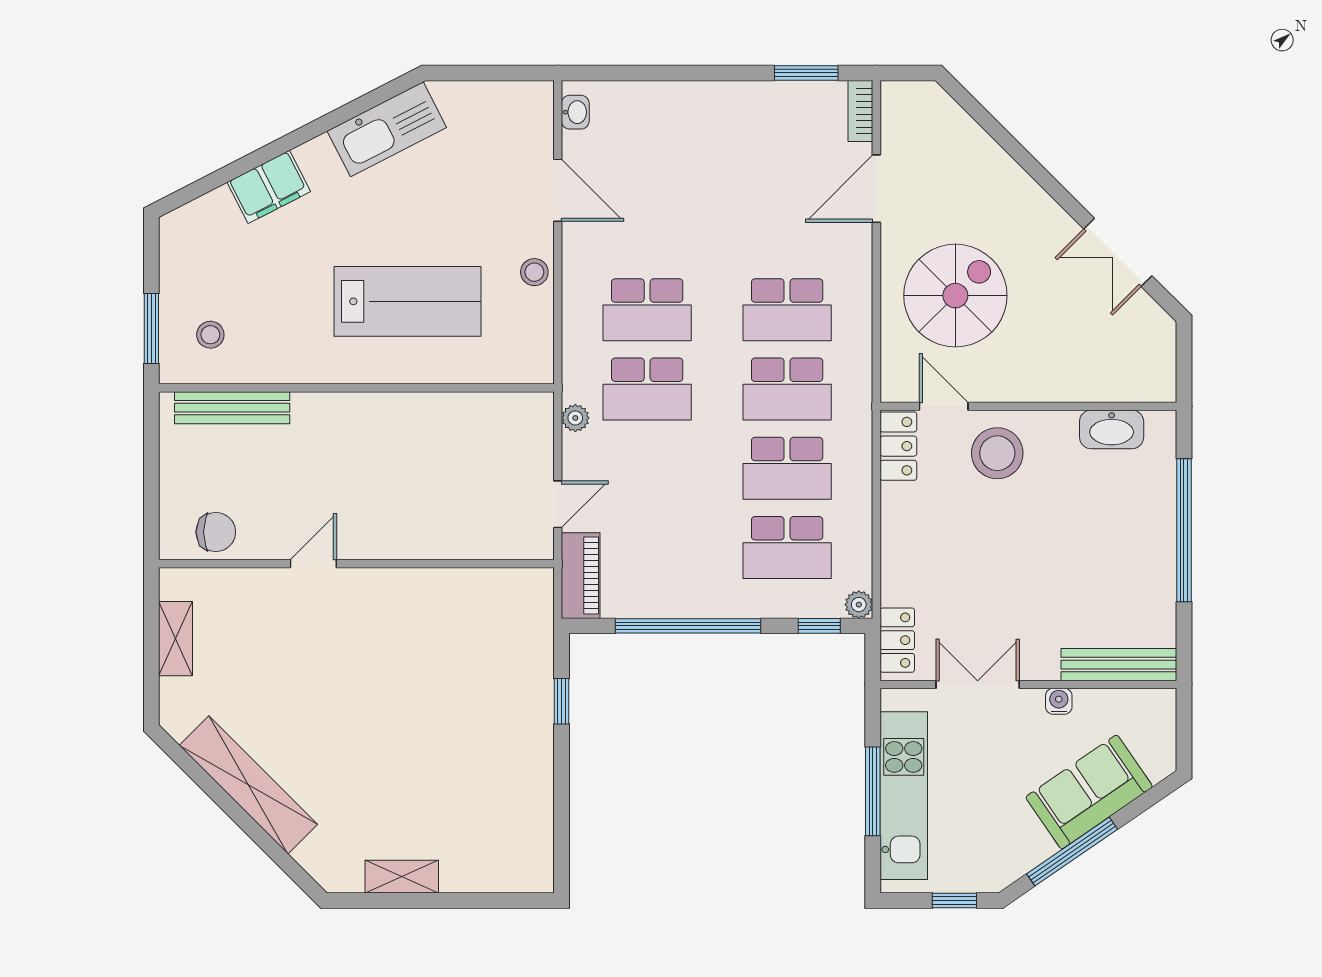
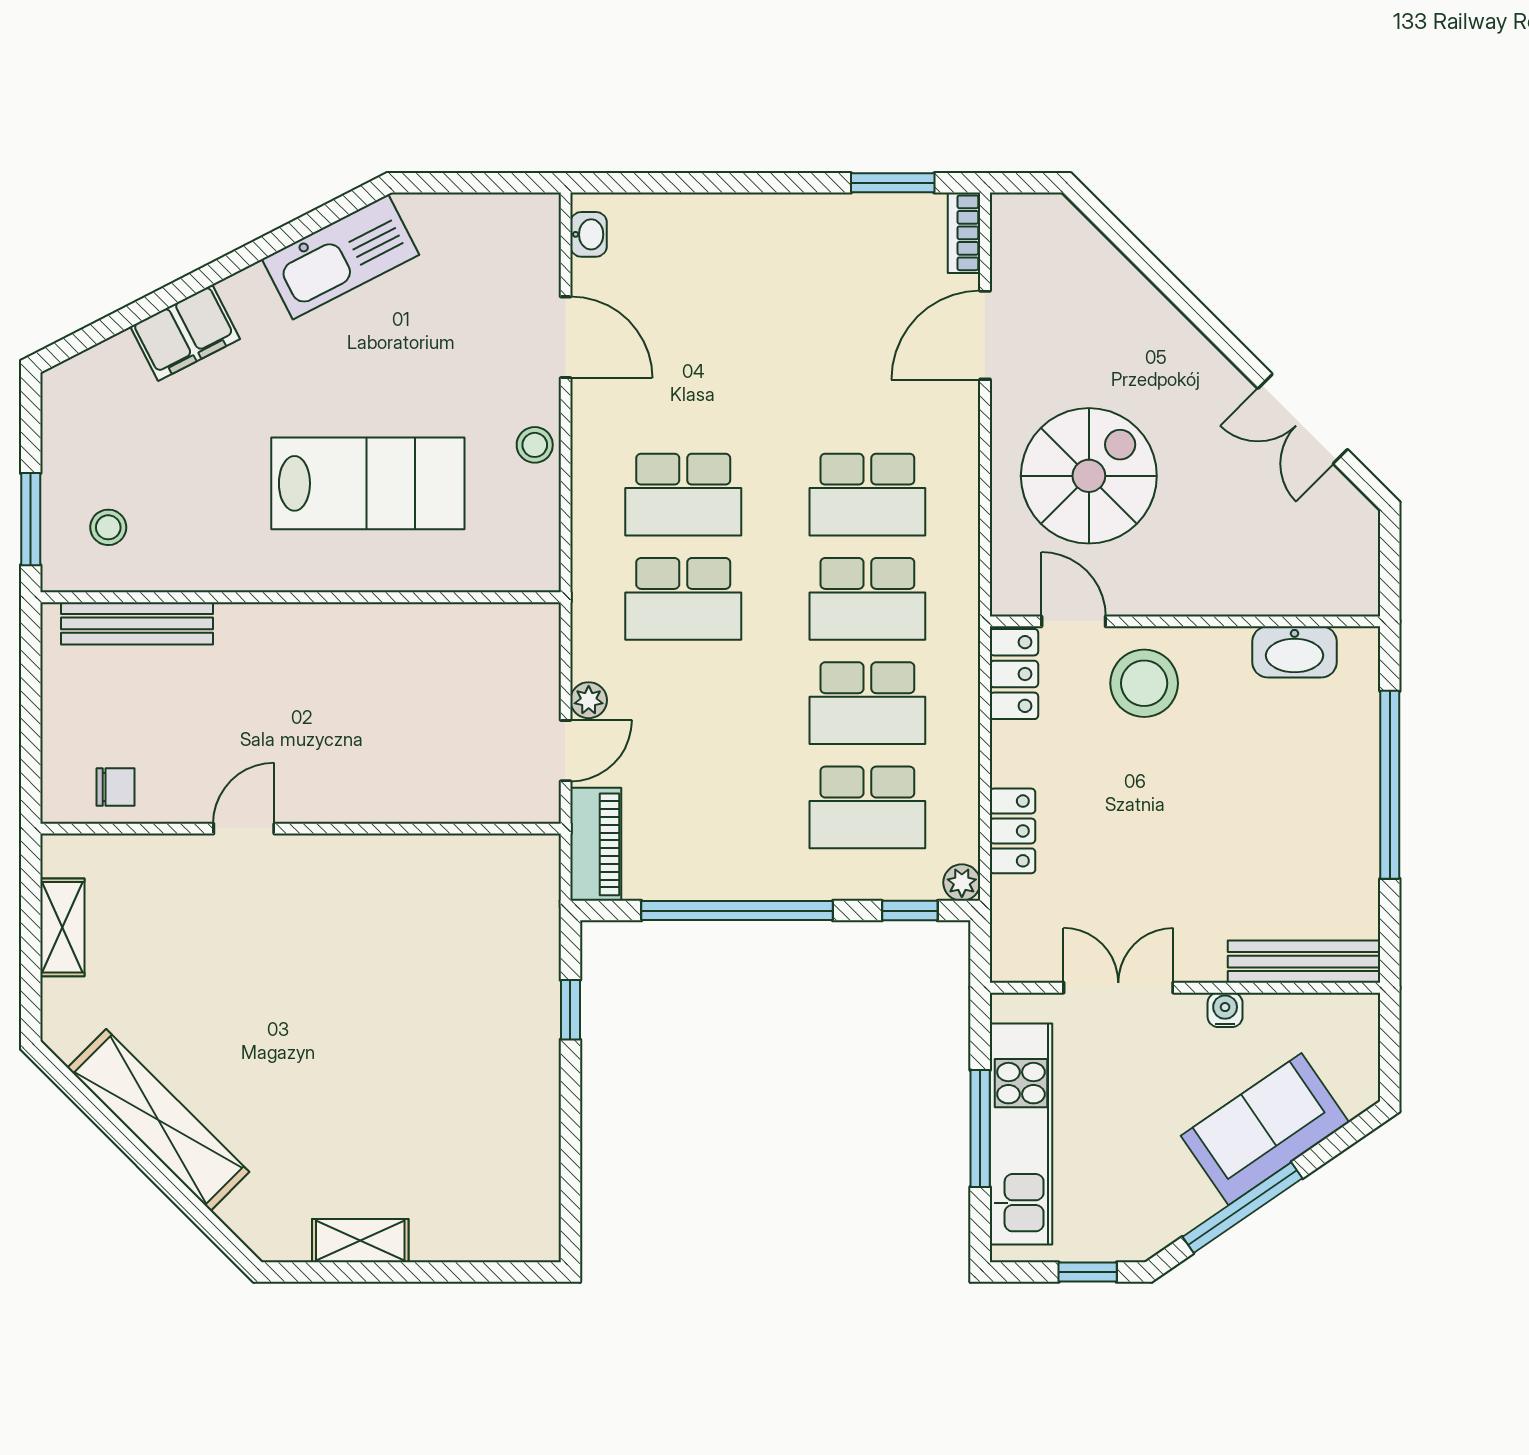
plant: (575, 418) -> (589, 700), moved
chair: (216, 532) -> (115, 787), width x0.73, depth x0.73
locker: (897, 640) -> (1012, 831), moved

